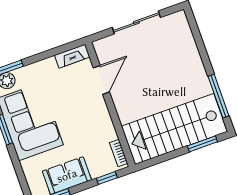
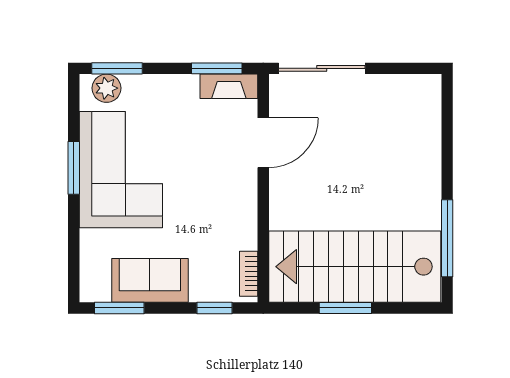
sliding door: (136, 22) -> (322, 68), moved
window: (62, 49) -> (217, 68), added
window: (202, 144) -> (345, 308), moved

